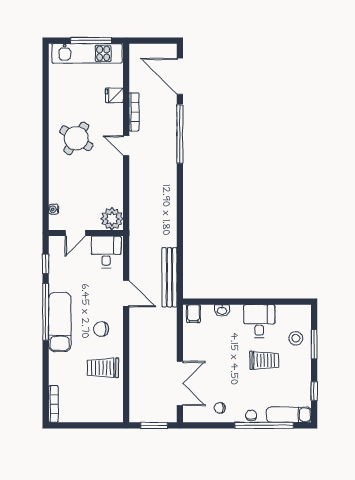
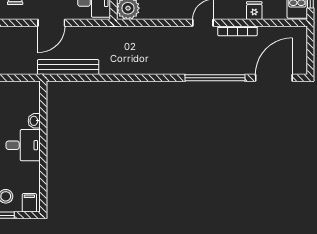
filing cabinet: (193, 314) -> (29, 203), moved, turned 90
desk: (259, 321) -> (23, 145), moved

